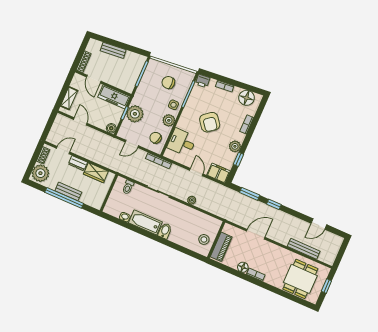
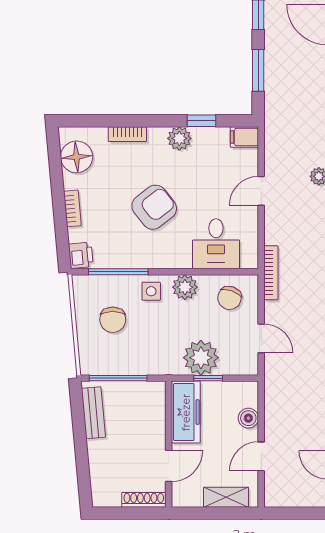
bench: (113, 50) -> (93, 413), moved
boiler: (111, 128) -> (248, 418), moved
filing cabinet: (219, 173) -> (244, 137), width x0.50

